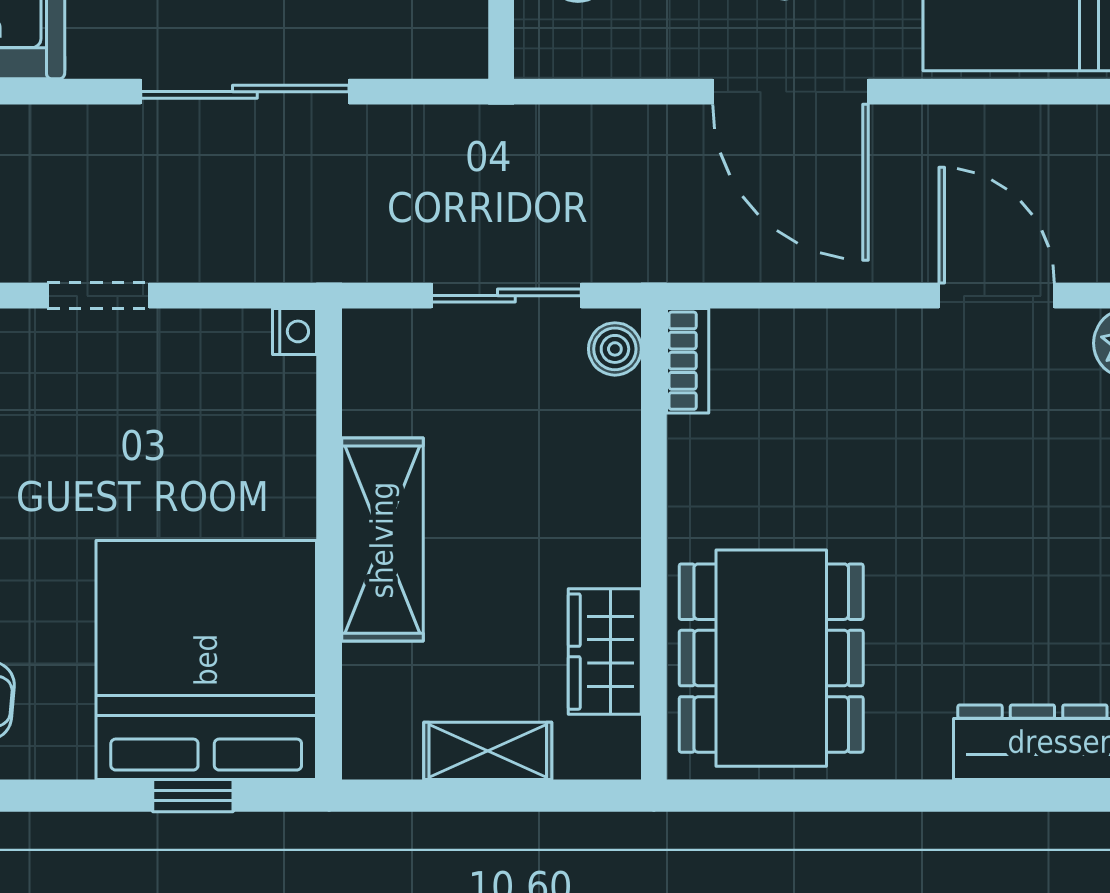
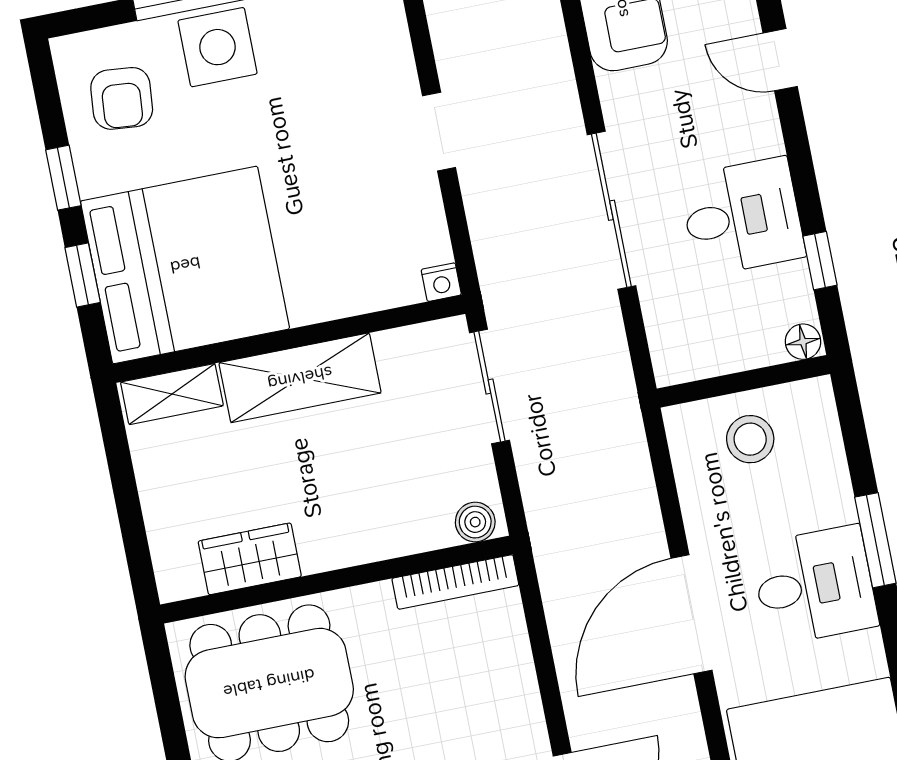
sliding door: (506, 296) -> (490, 387), moved
bookcase: (688, 361) -> (455, 582), width x1.56
shelving: (488, 751) -> (172, 394), moved, turned 90
window: (62, 796) -> (63, 178), added

